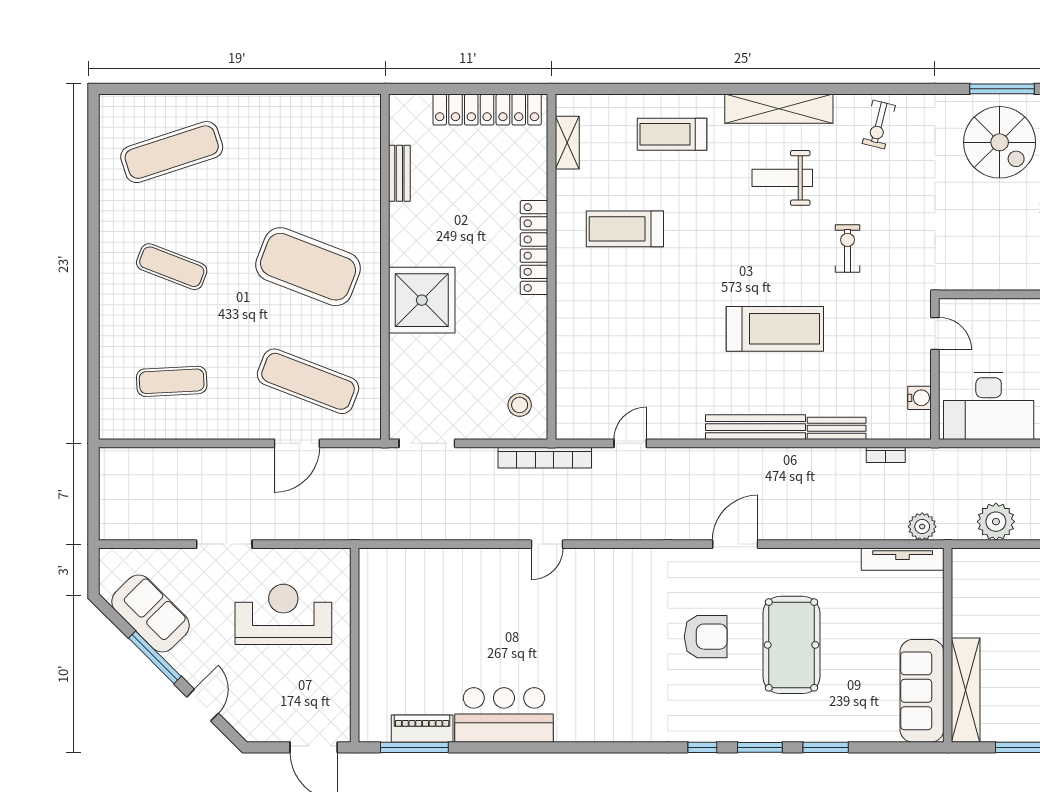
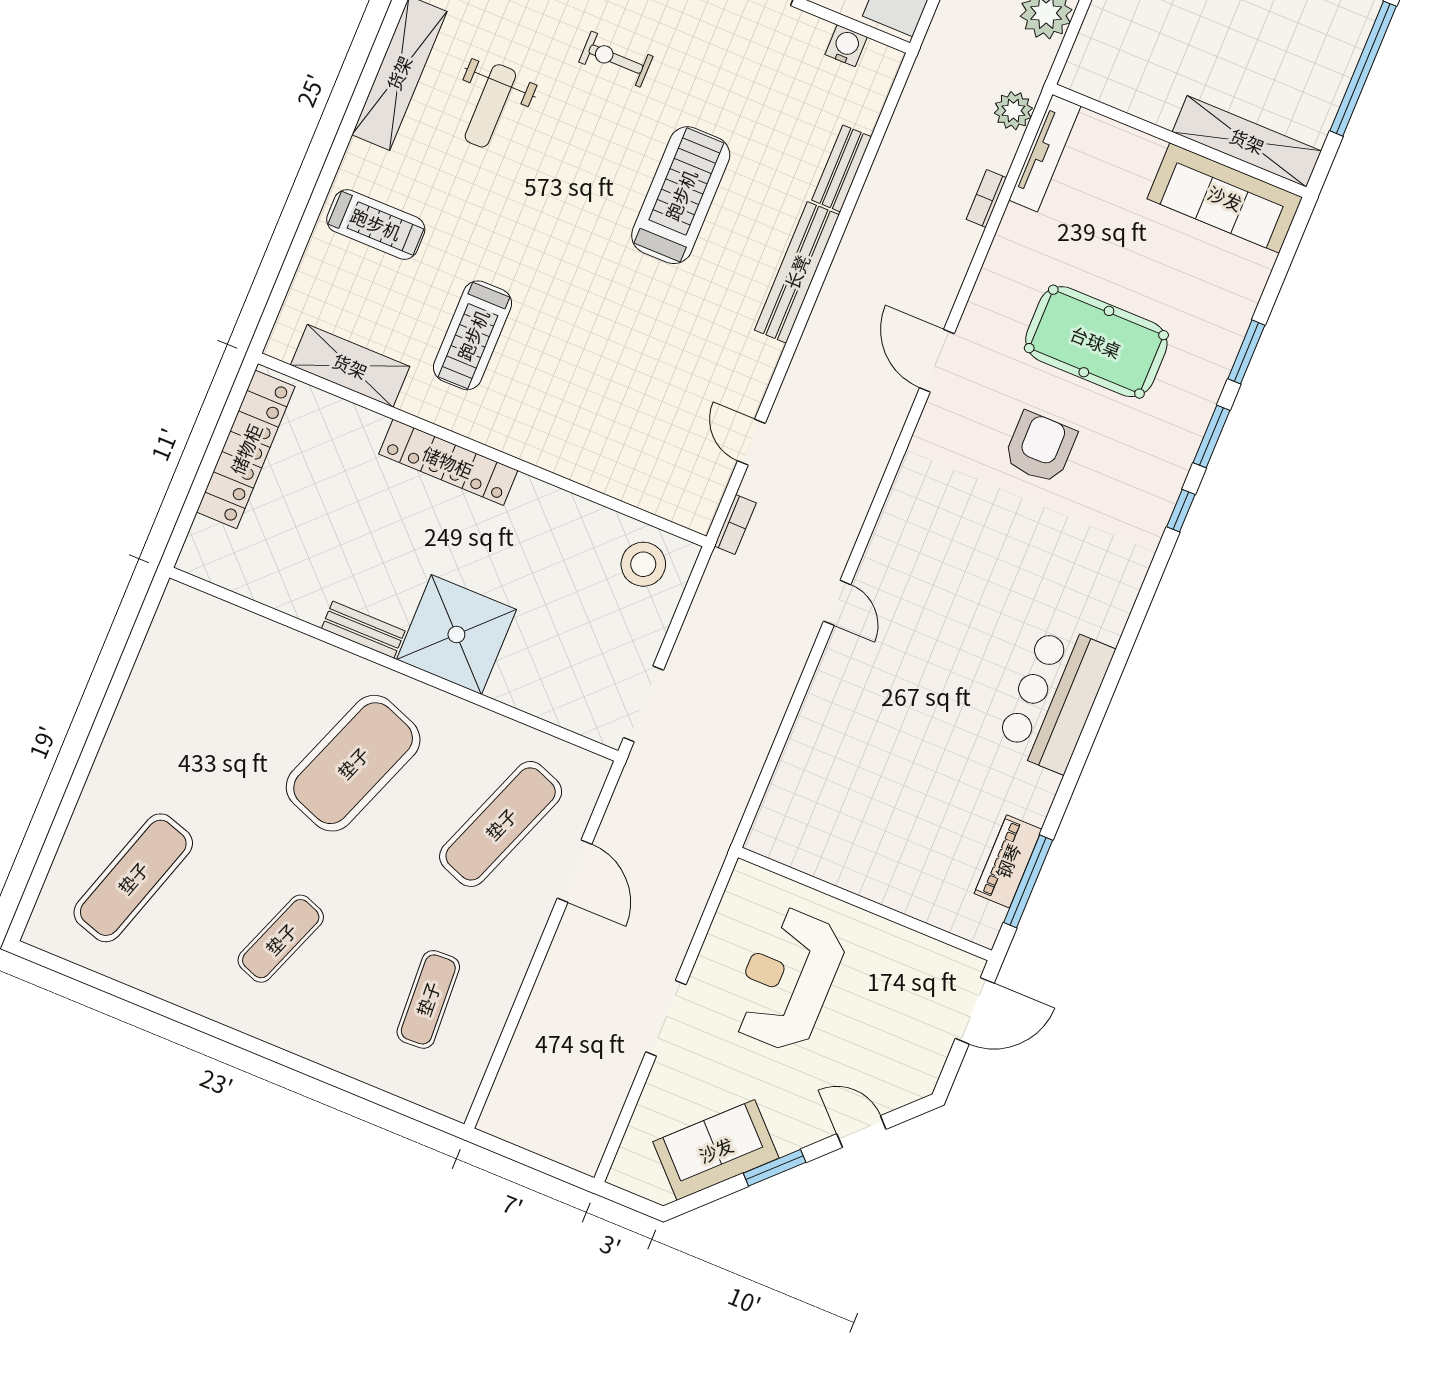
treadmill: (672, 134) -> (376, 224), turned -90
shelving: (567, 143) -> (350, 366), width x1.50, depth x1.33
exercise mat: (172, 152) -> (133, 878), turned 36
bench: (399, 173) -> (363, 630), moved
stool: (520, 405) -> (643, 564), width x1.38, depth x1.38
bookcase: (886, 455) -> (986, 199), moved, turned 180
bookcase: (545, 458) -> (735, 525), width x0.43, depth x0.76
window: (155, 657) -> (775, 1168), width x0.69
bar counter: (504, 715) -> (1055, 698), moved

